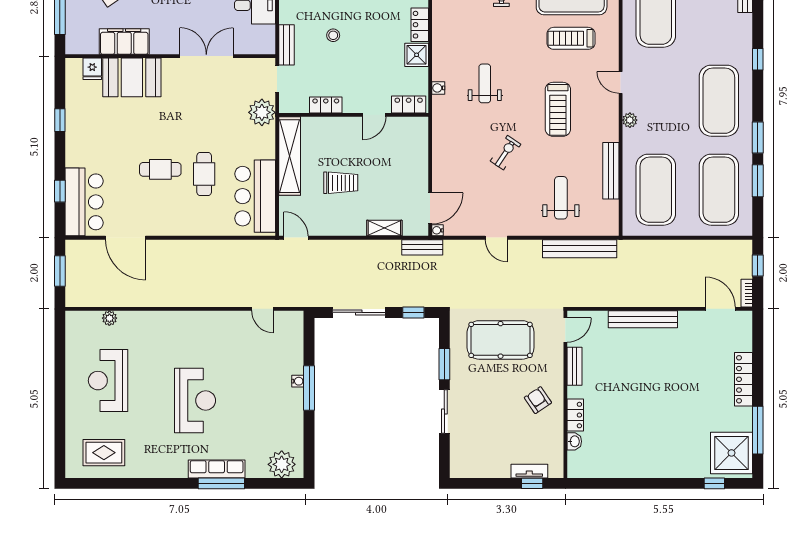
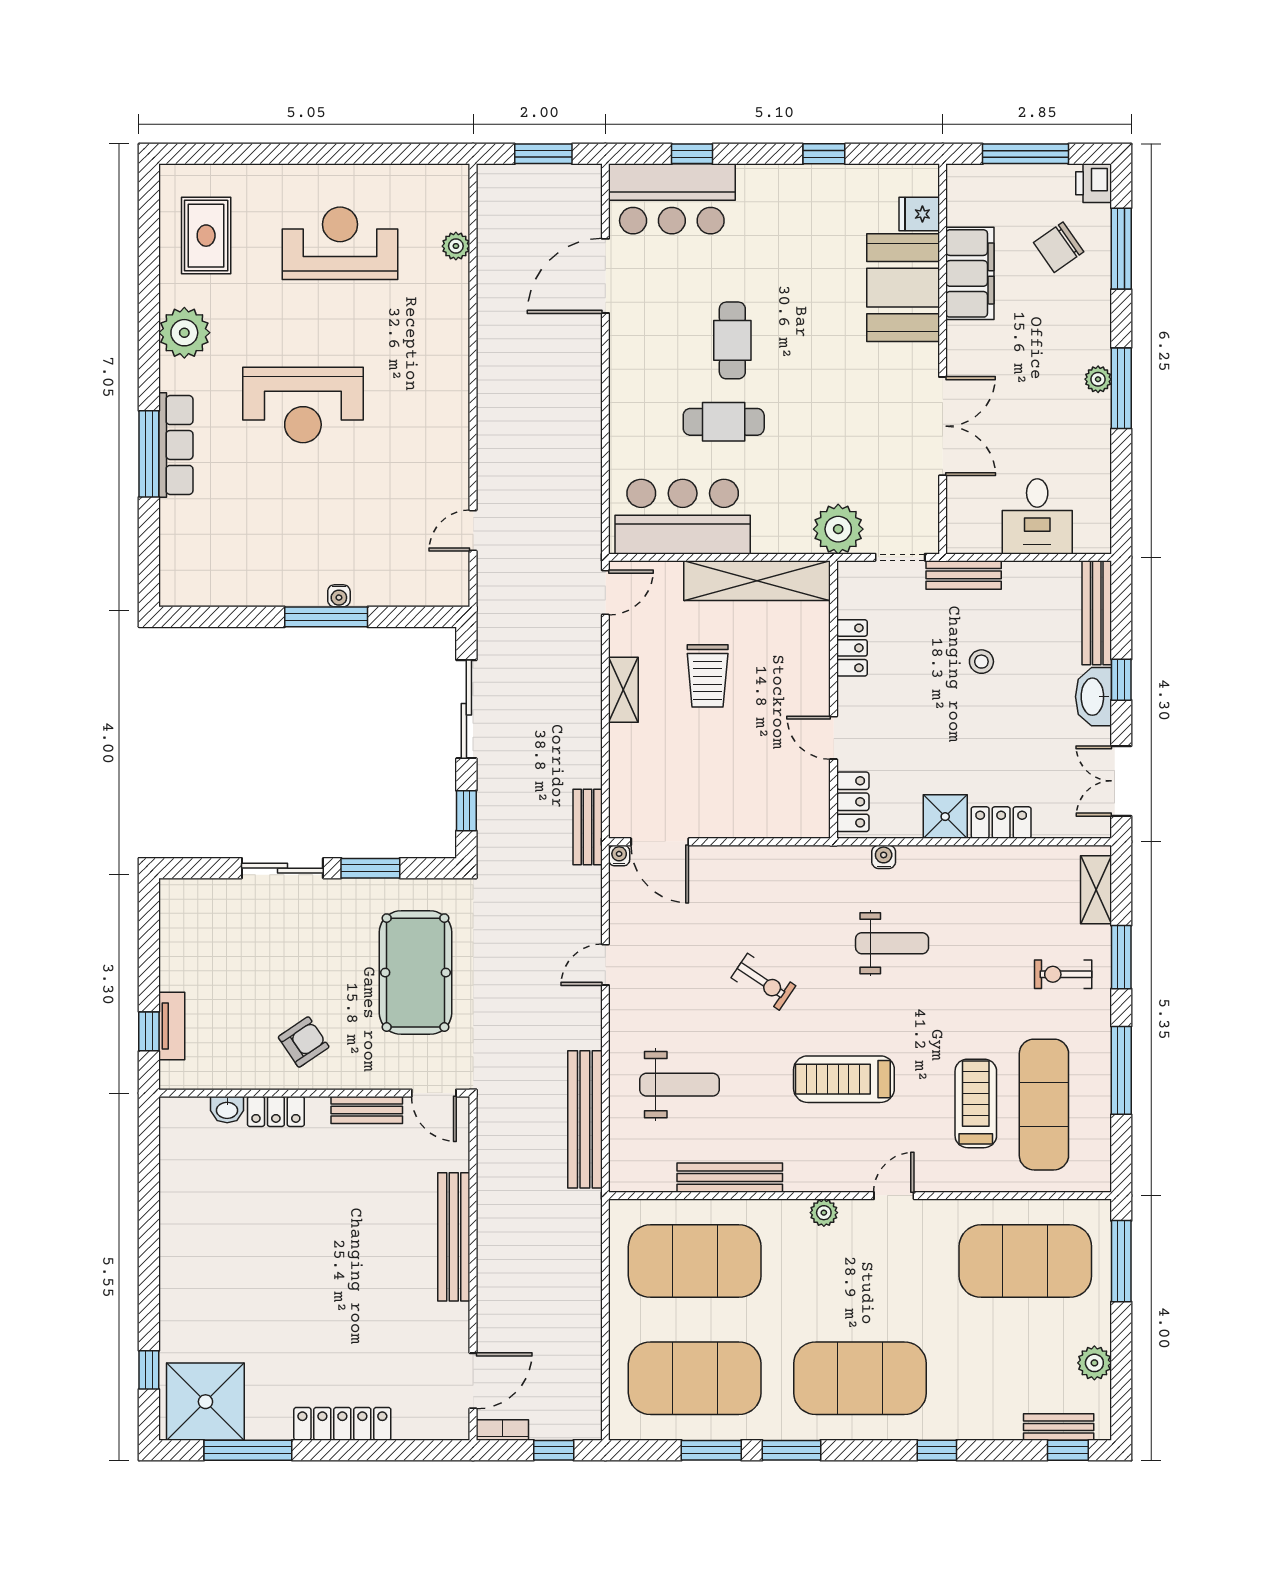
shelving: (384, 228) -> (623, 690), moved
plant: (282, 464) -> (184, 333), moved

